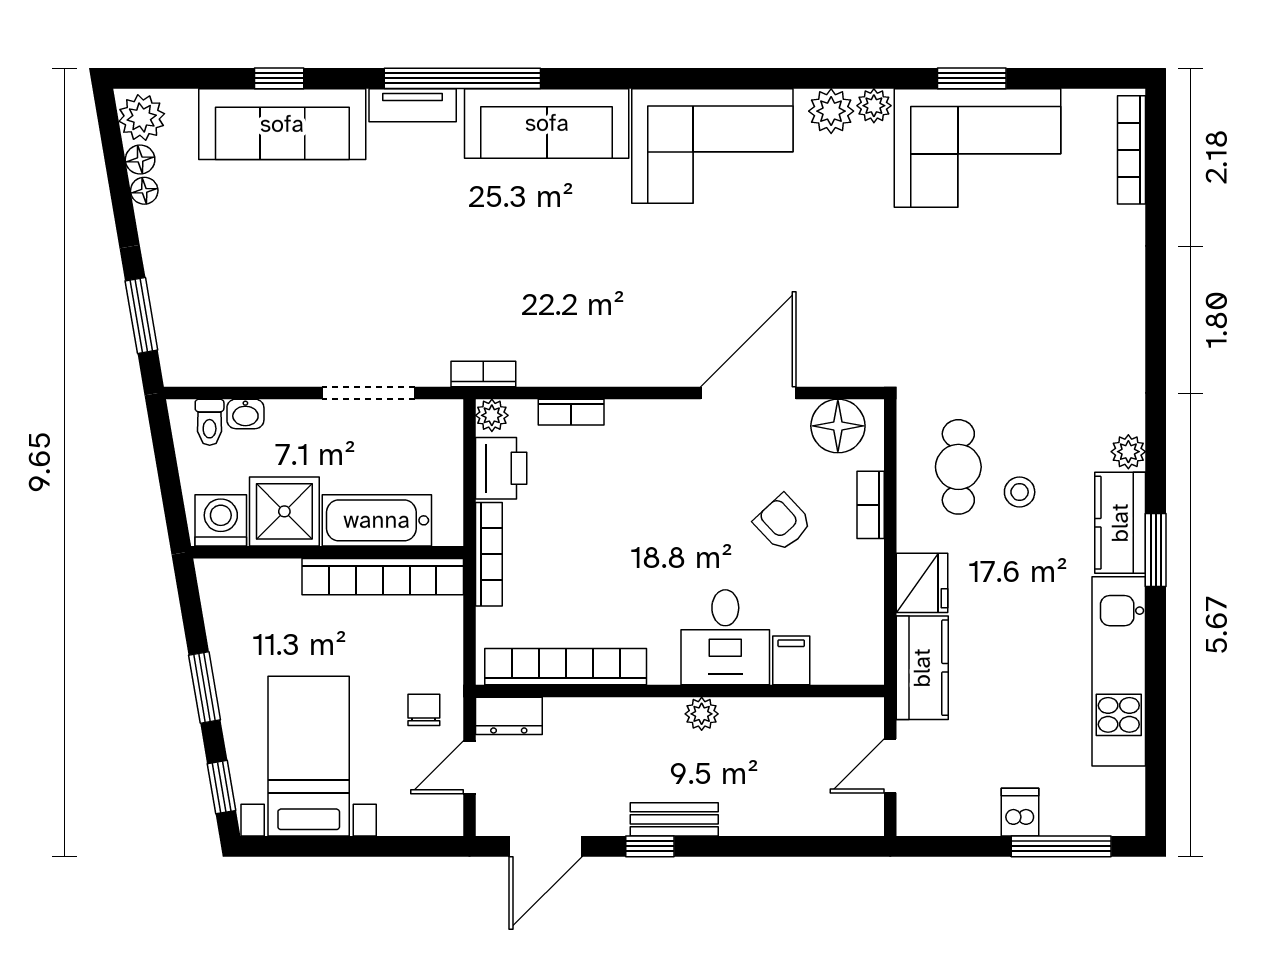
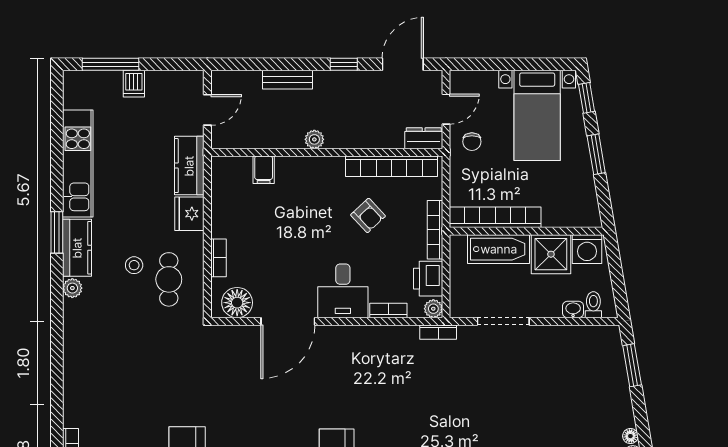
armchair: (783, 523) -> (368, 215), moved
desk: (725, 637) -> (343, 291), moved, turned 180
bench: (674, 819) -> (288, 80), moved

